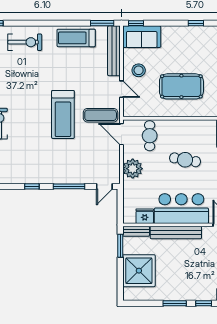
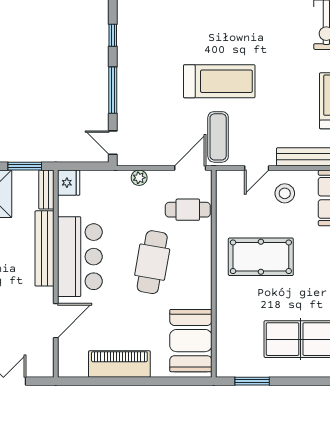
pool table: (181, 86) -> (261, 257), turned 90
treadmill: (63, 114) -> (219, 81), turned 180
cafe table: (185, 160) -> (152, 262), width x1.37, depth x1.35
plant: (133, 169) -> (139, 178), width x0.53, depth x0.53
fridge: (145, 216) -> (69, 183), moved

